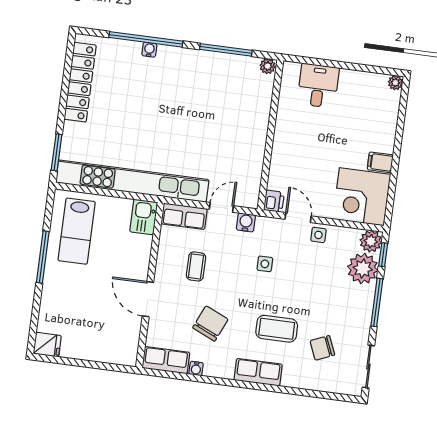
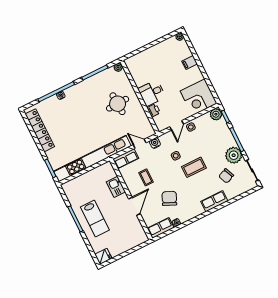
desk: (318, 86) -> (152, 93), moved, turned -90
round table: (229, 122) -> (118, 104), added
filing cabinet: (380, 162) -> (190, 62), moved
printer: (274, 201) -> (154, 110), moved
door: (221, 207) -> (140, 144), hinge flipped
kitchen sink: (144, 217) -> (116, 187), moved
door: (298, 218) -> (177, 125), swing flipped
lab bench: (77, 231) -> (95, 218), moved
plant: (363, 268) -> (234, 155), moved
door: (148, 299) -> (134, 206), swing flipped
coffee table: (277, 329) -> (194, 167), moved
row of seats: (258, 372) -> (214, 201), moved

